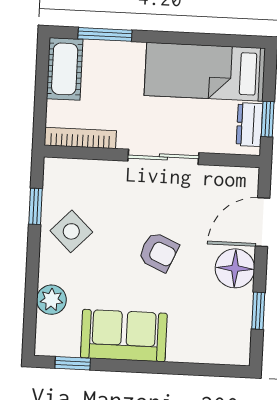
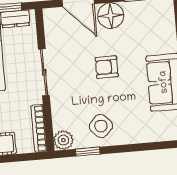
armchair: (158, 252) -> (107, 67), turned -114
plant: (51, 300) -> (63, 140), moved

